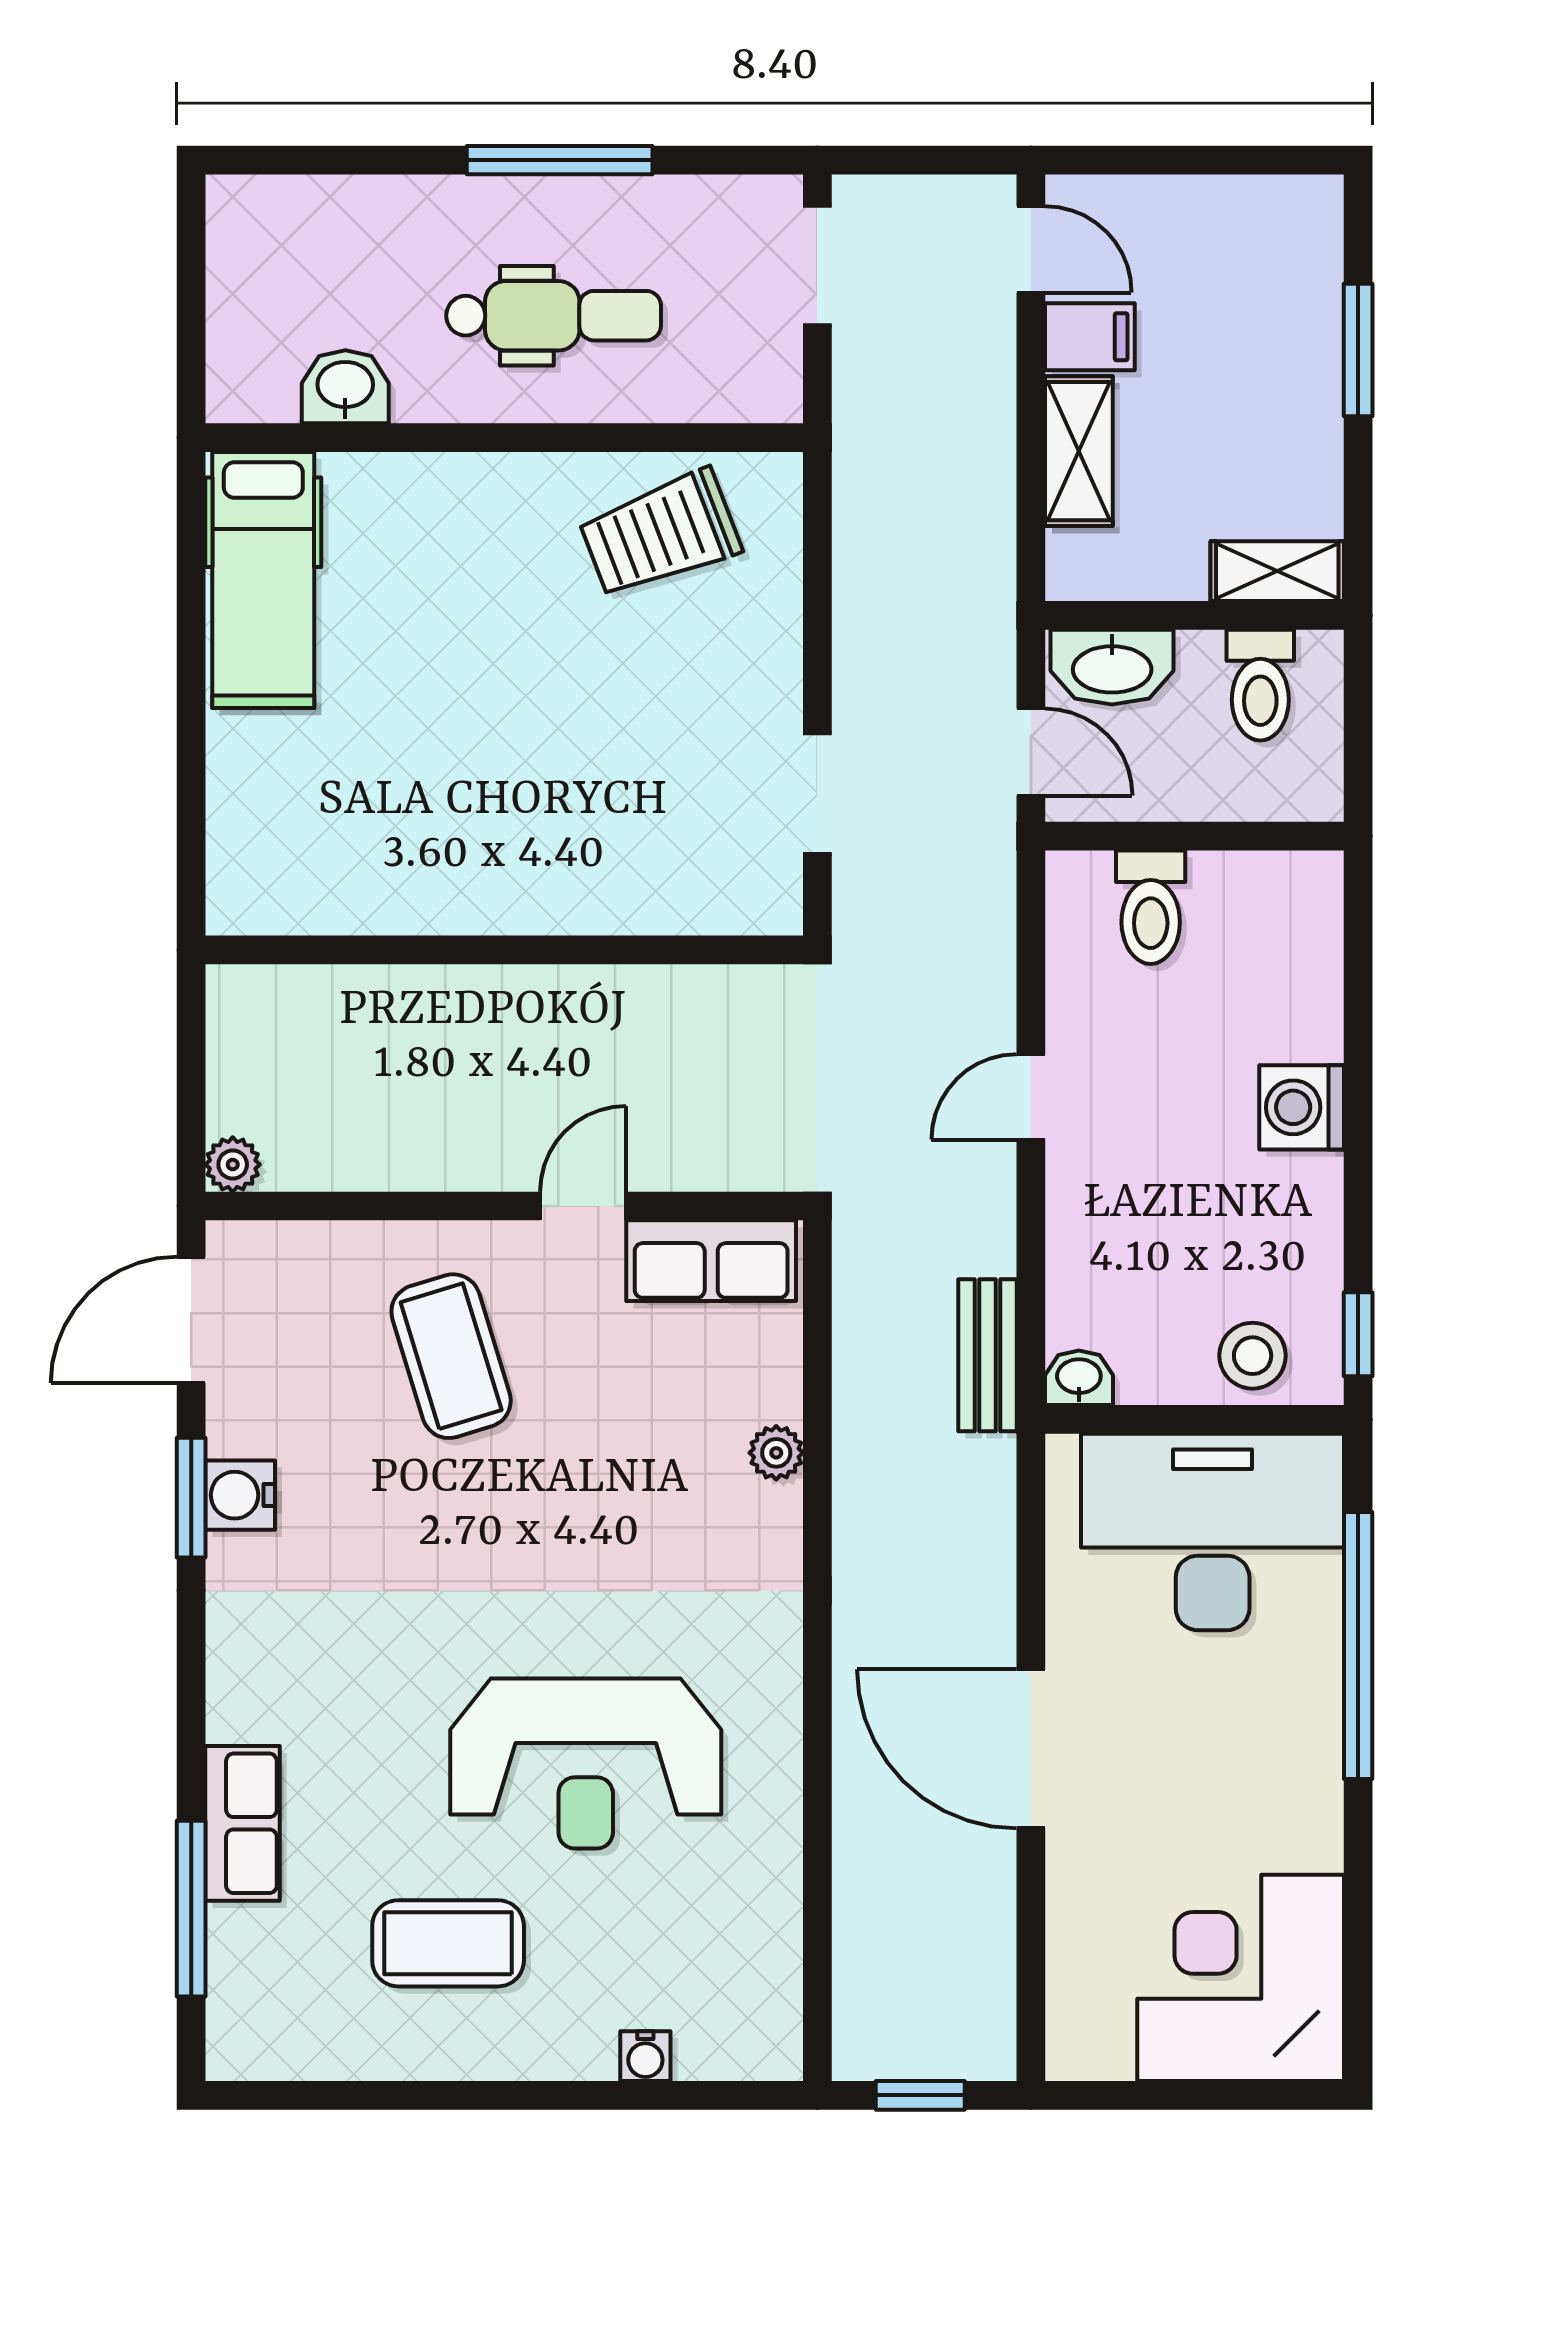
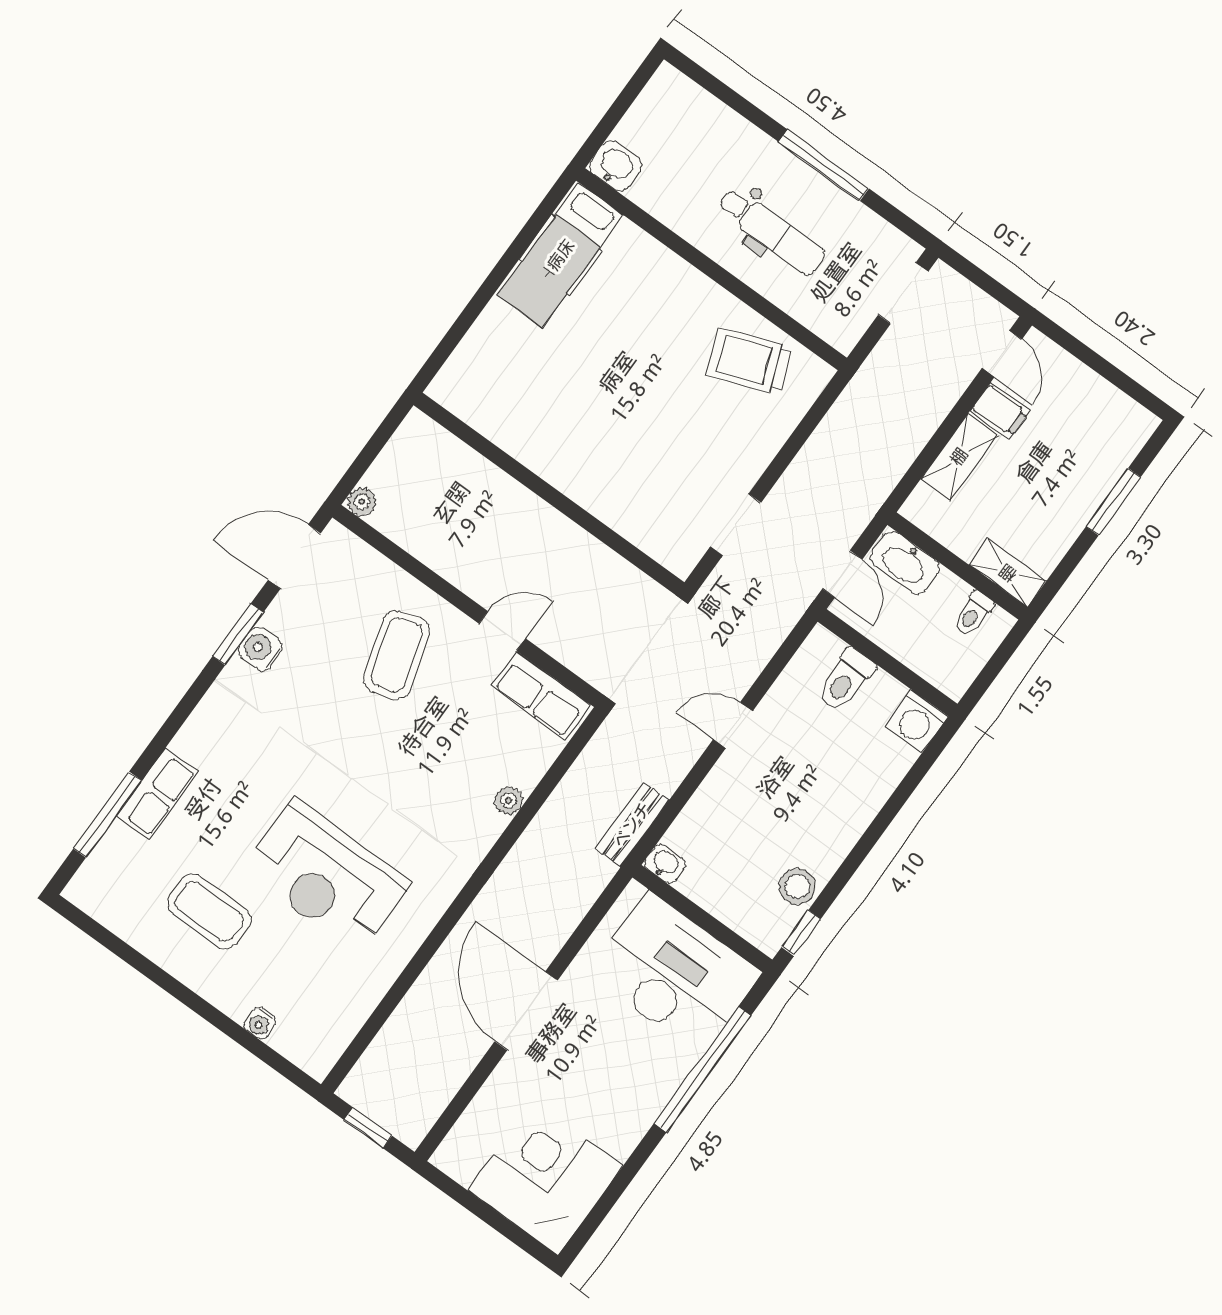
washbasin: (345, 387) -> (616, 166), moved
toilet: (1260, 685) -> (973, 614), width x0.73, depth x0.72
washing machine: (1302, 1107) -> (917, 722), moved, turned -90
stool: (1253, 1356) -> (797, 886), moved

